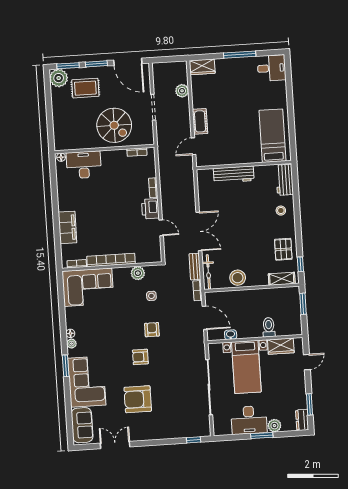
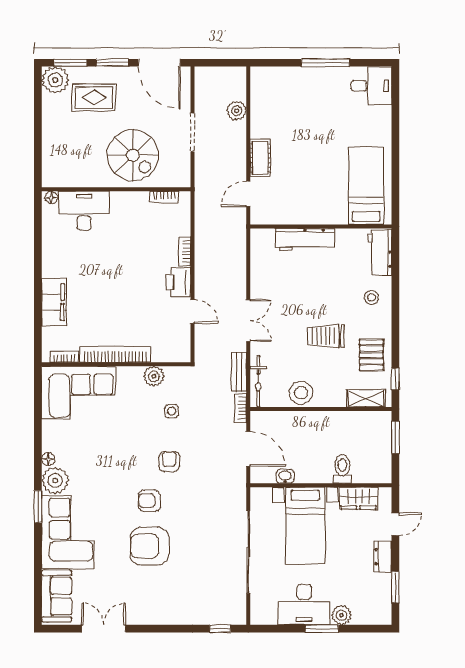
wardrobe: (202, 67) -> (269, 77), removed
double door: (199, 231) -> (248, 321), width x0.73
trolley: (252, 238) -> (326, 336), added
plant: (71, 344) -> (55, 481), width x1.87, depth x1.87
armchair: (138, 399) -> (149, 546), moved
dresser: (302, 420) -> (383, 557), moved

